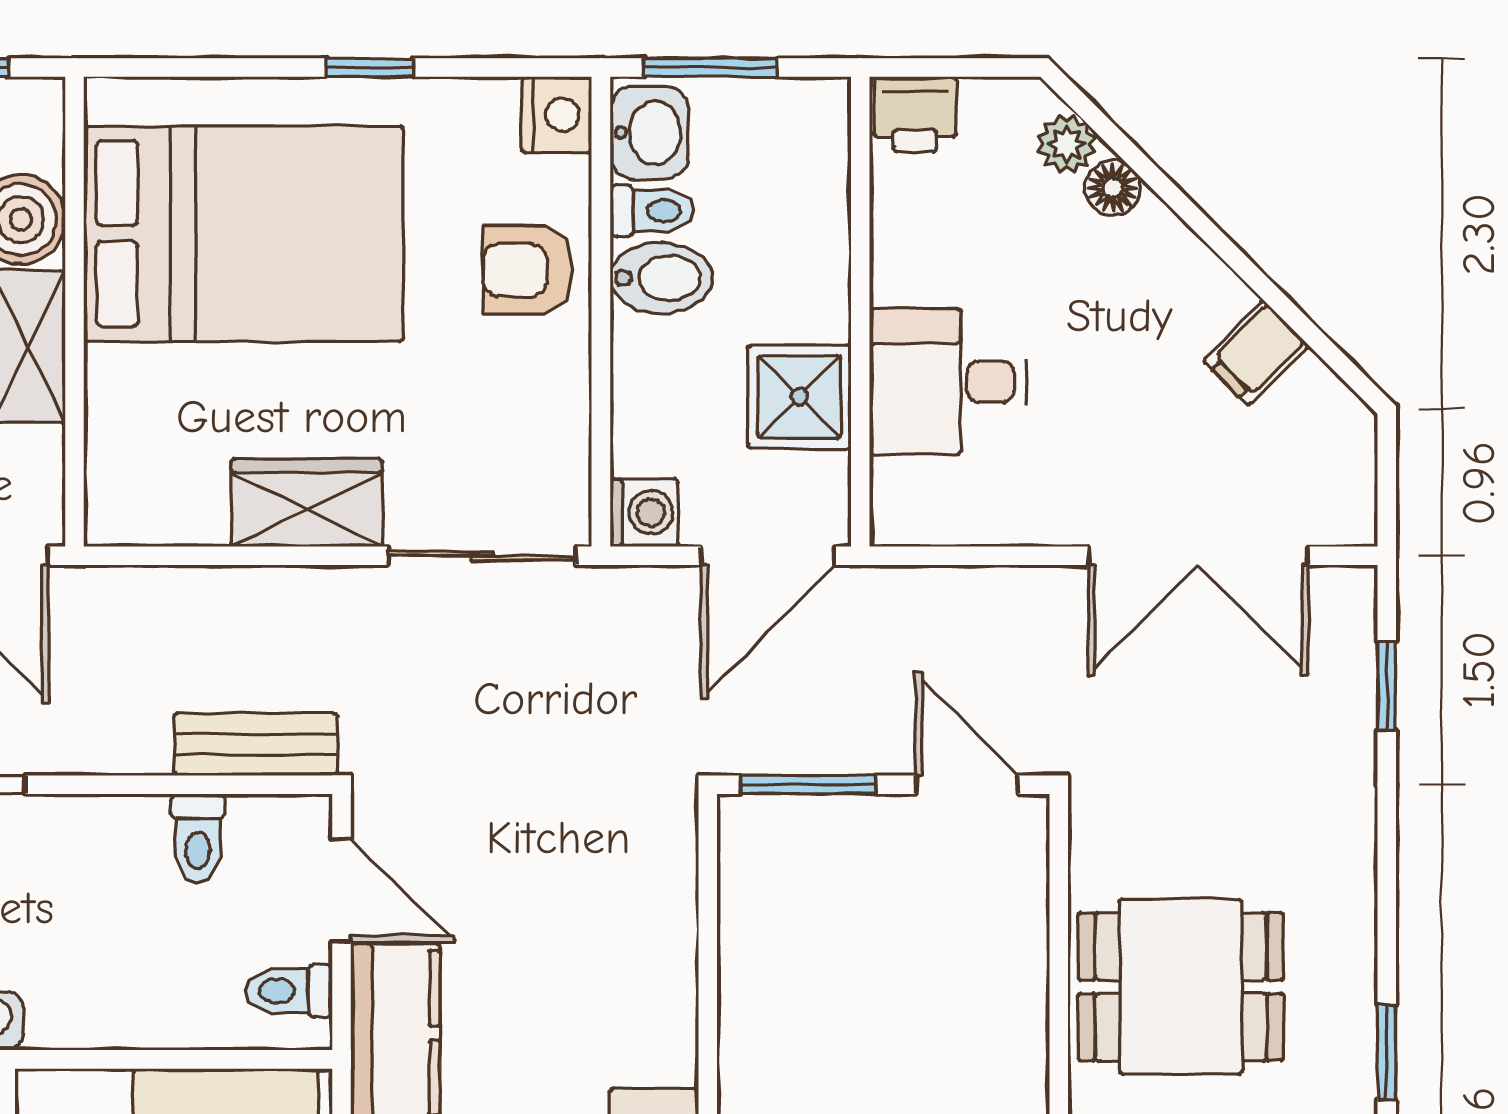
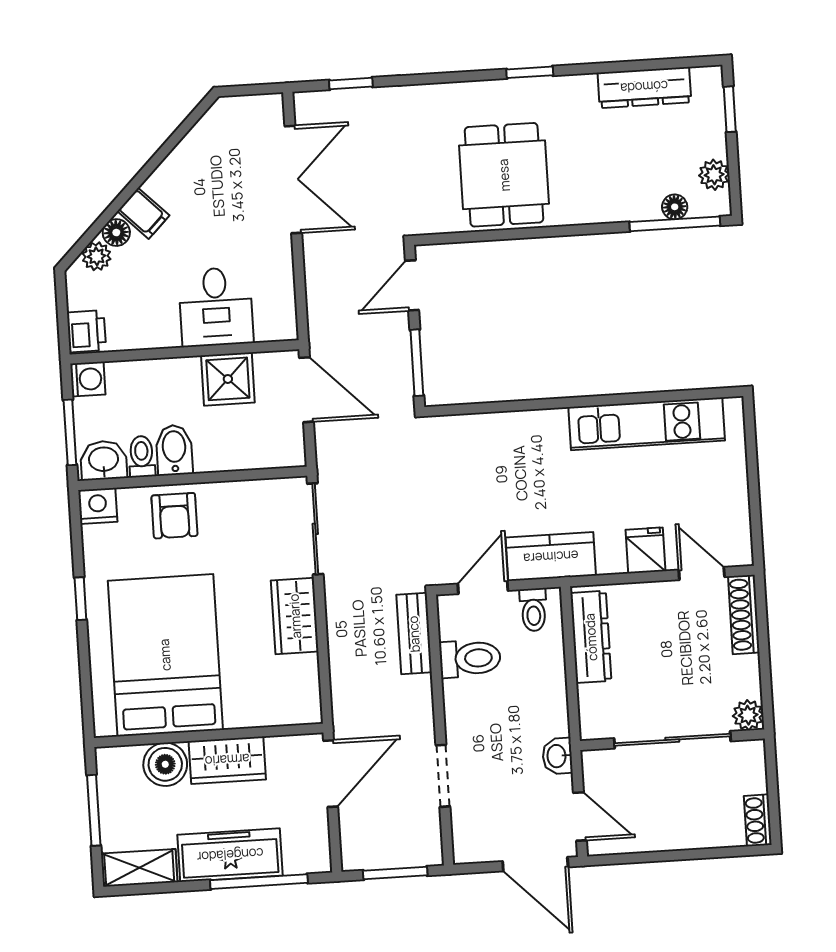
filing cabinet: (1256, 353) -> (143, 213), moved
washing machine: (644, 513) -> (88, 379), moved, turned 90
toilet: (198, 838) -> (470, 658), width x1.37, depth x1.39

